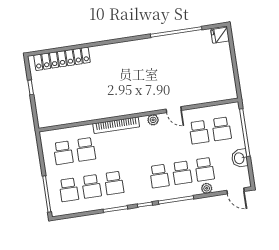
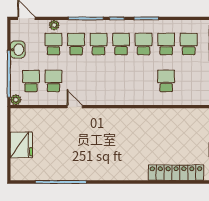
fridge: (220, 35) -> (21, 145), moved, width x1.88, depth x1.34
plant: (153, 120) -> (16, 100), moved
bookcase: (116, 125) -> (133, 100), removed
school desk: (63, 153) -> (121, 44), moved

